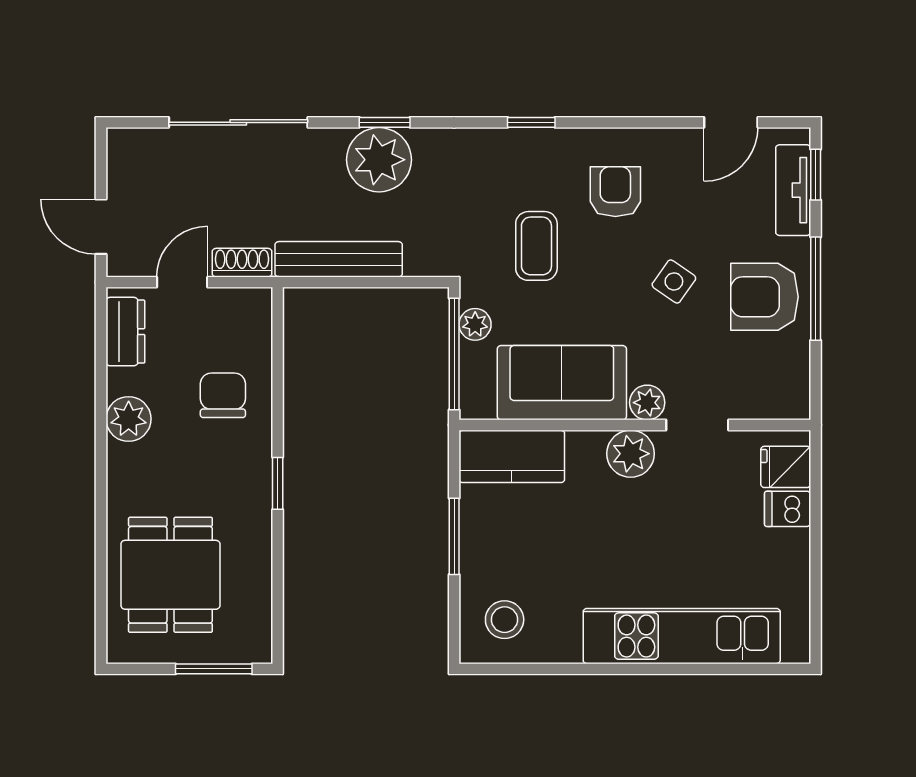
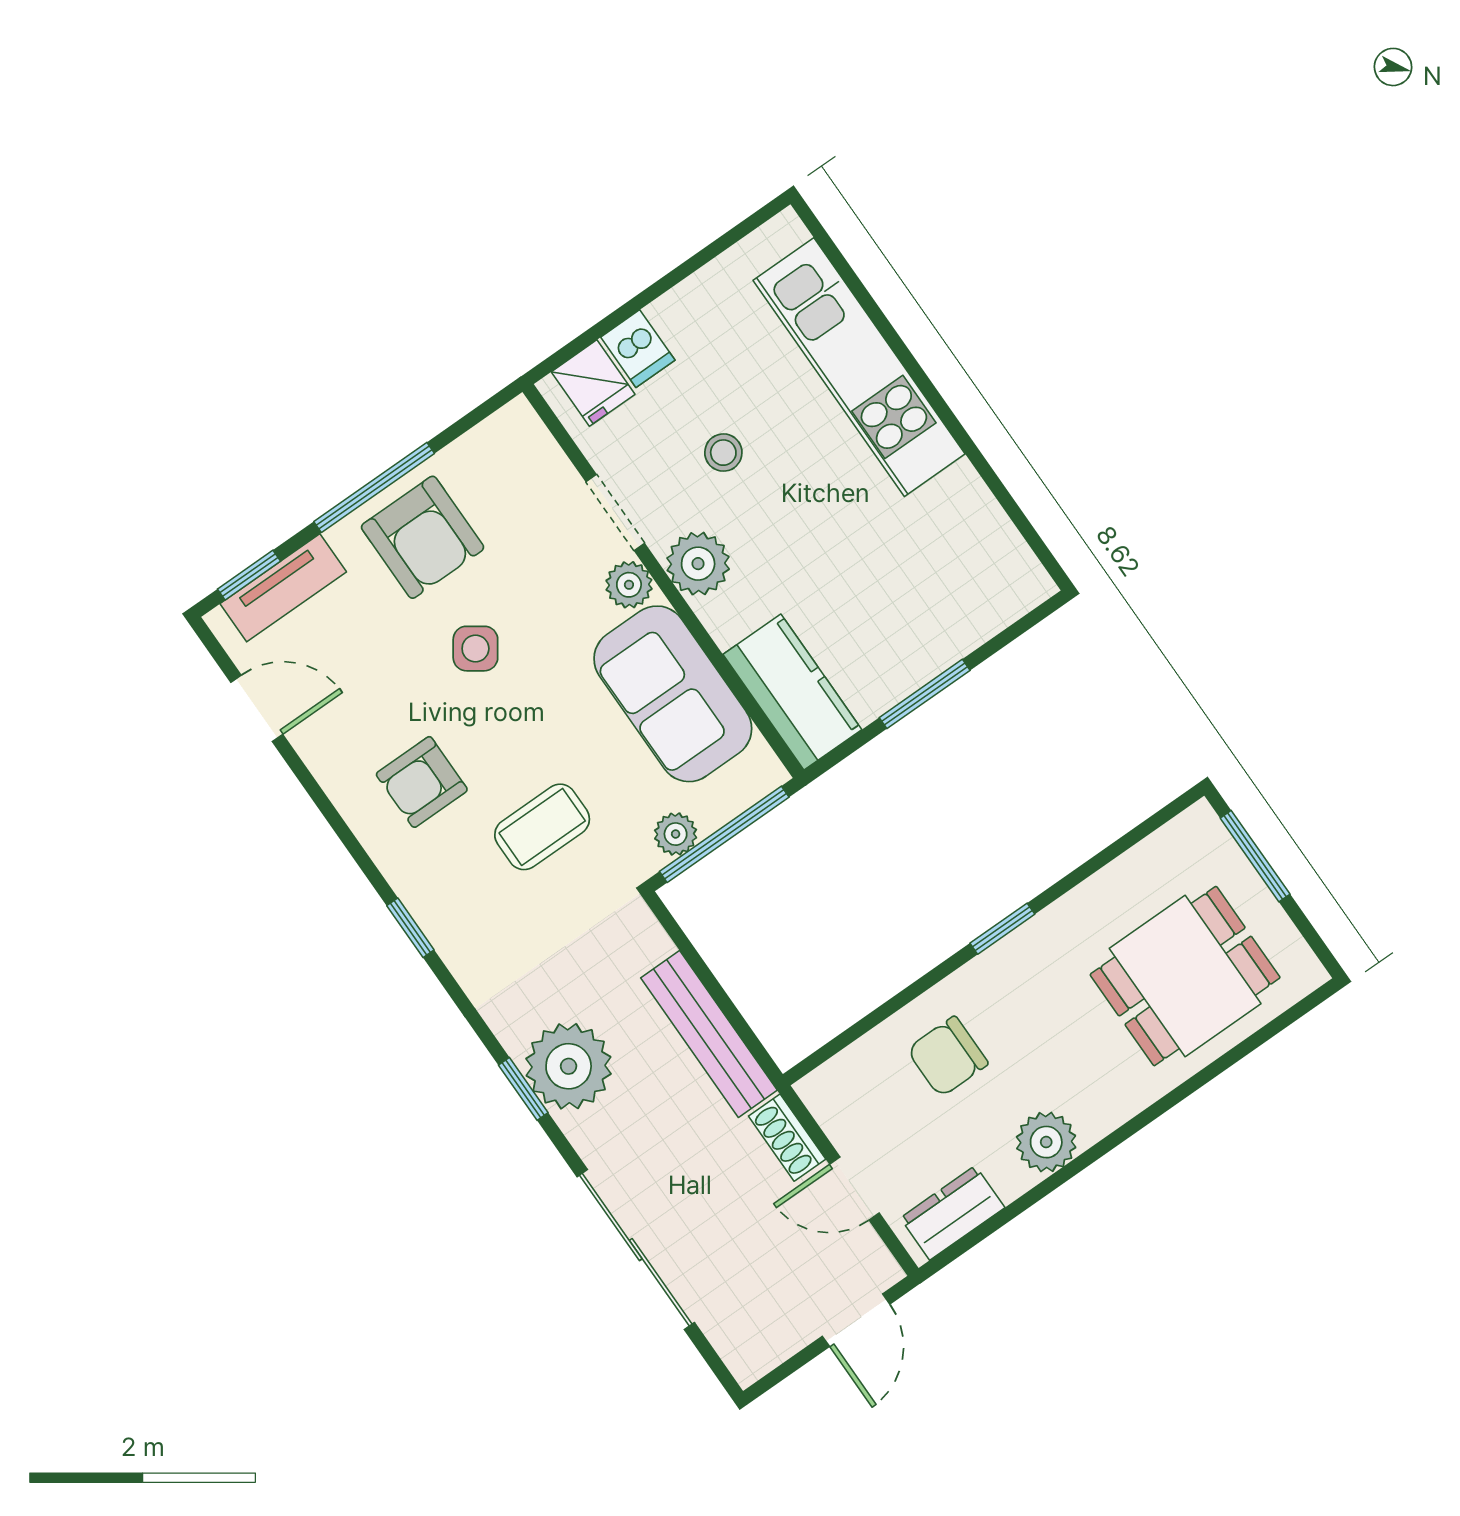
stool: (505, 620) -> (723, 453), moved, width x0.73, depth x0.73

